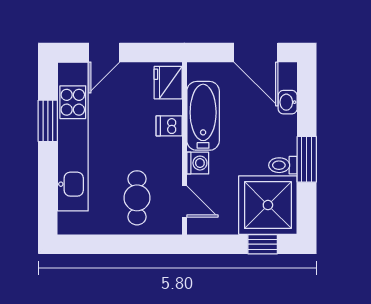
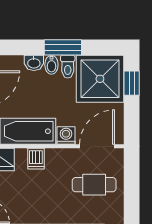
washbasin: (288, 102) -> (34, 63), moved
bidet: (285, 145) -> (51, 65), added
door: (184, 201) -> (97, 146), width x1.38

